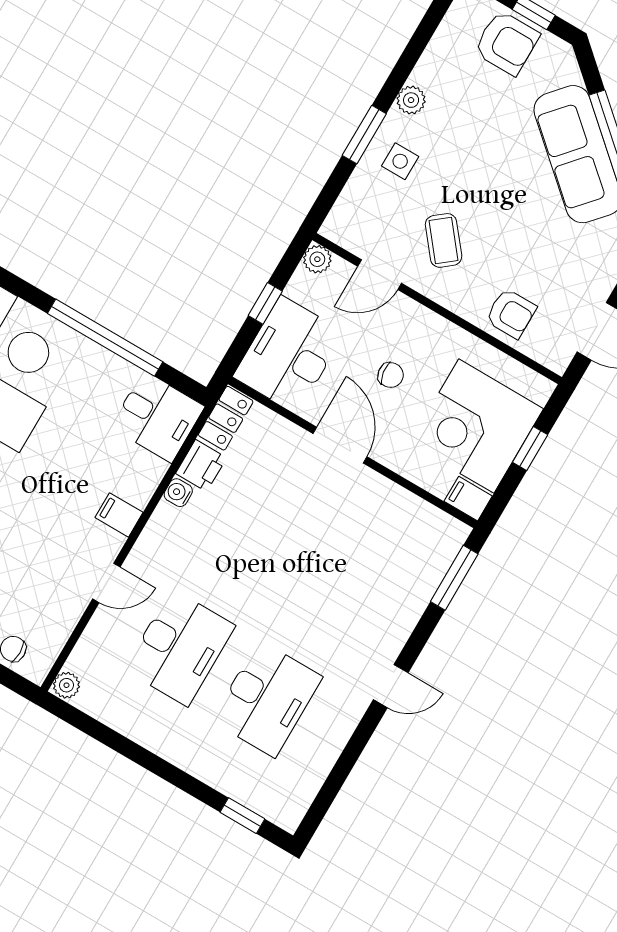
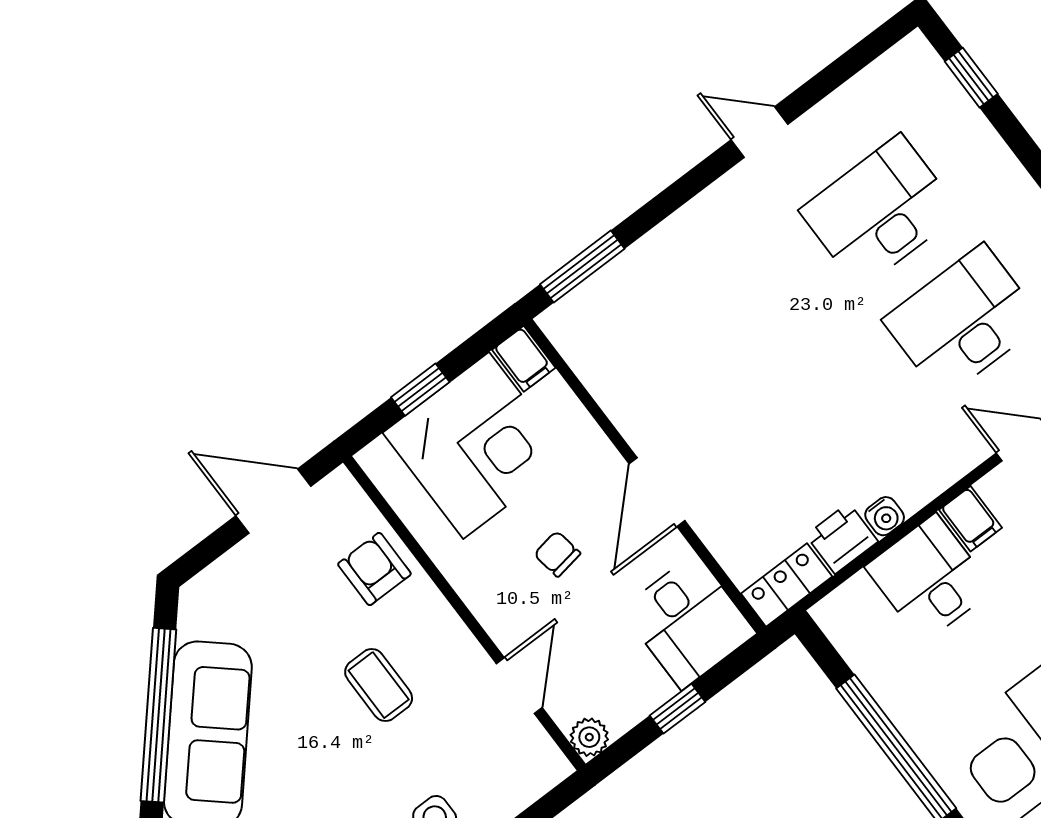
coffee table: (444, 240) -> (379, 685), moved, turned -51
door: (380, 275) -> (519, 685), hinge flipped
desk: (289, 355) -> (688, 621), width x0.73
desk: (157, 417) -> (929, 578), moved
door: (391, 686) -> (759, 132), moved

